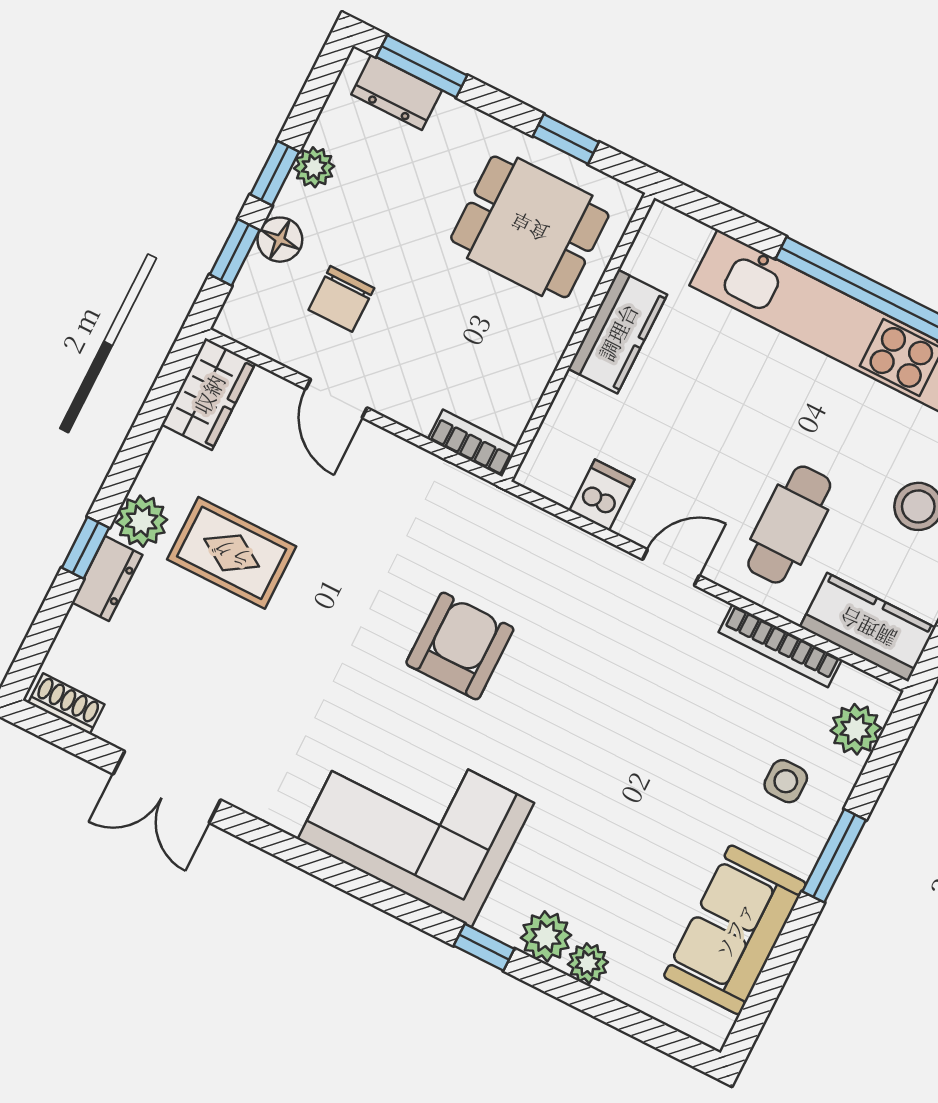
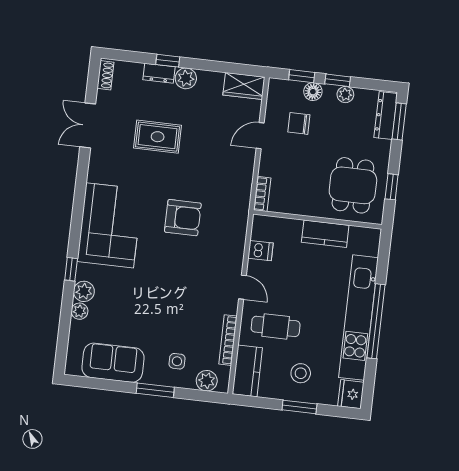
dresser: (397, 92) -> (386, 116), width x1.44
rug: (232, 553) -> (158, 137), moved, turned 90

